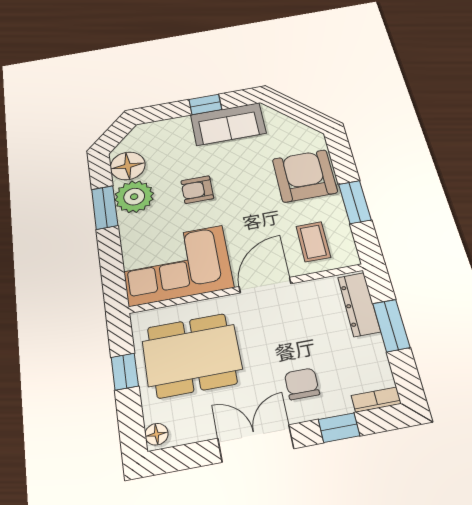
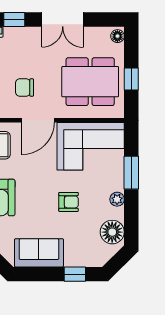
window: (205, 104) -> (75, 274), moved
plant: (134, 197) -> (117, 199), width x0.53, depth x0.53
window: (105, 207) -> (131, 173), moved
chair: (302, 384) -> (25, 87), moved, turned 90

